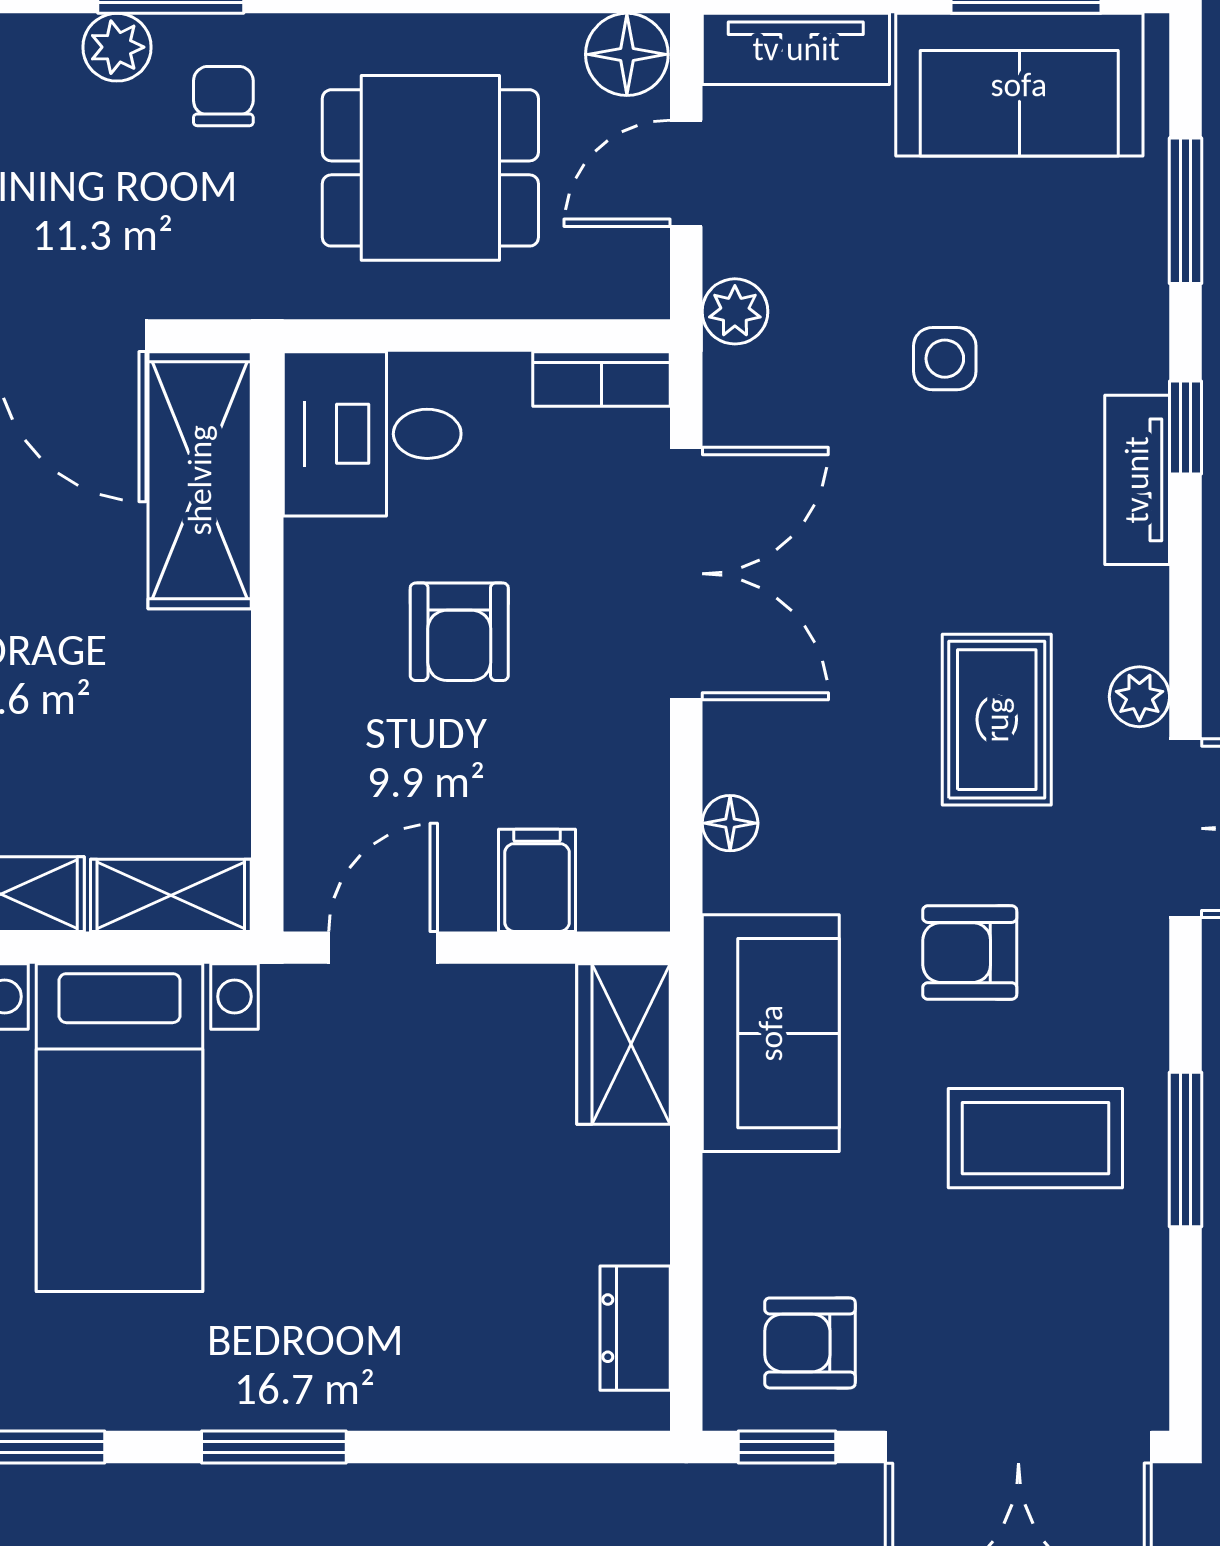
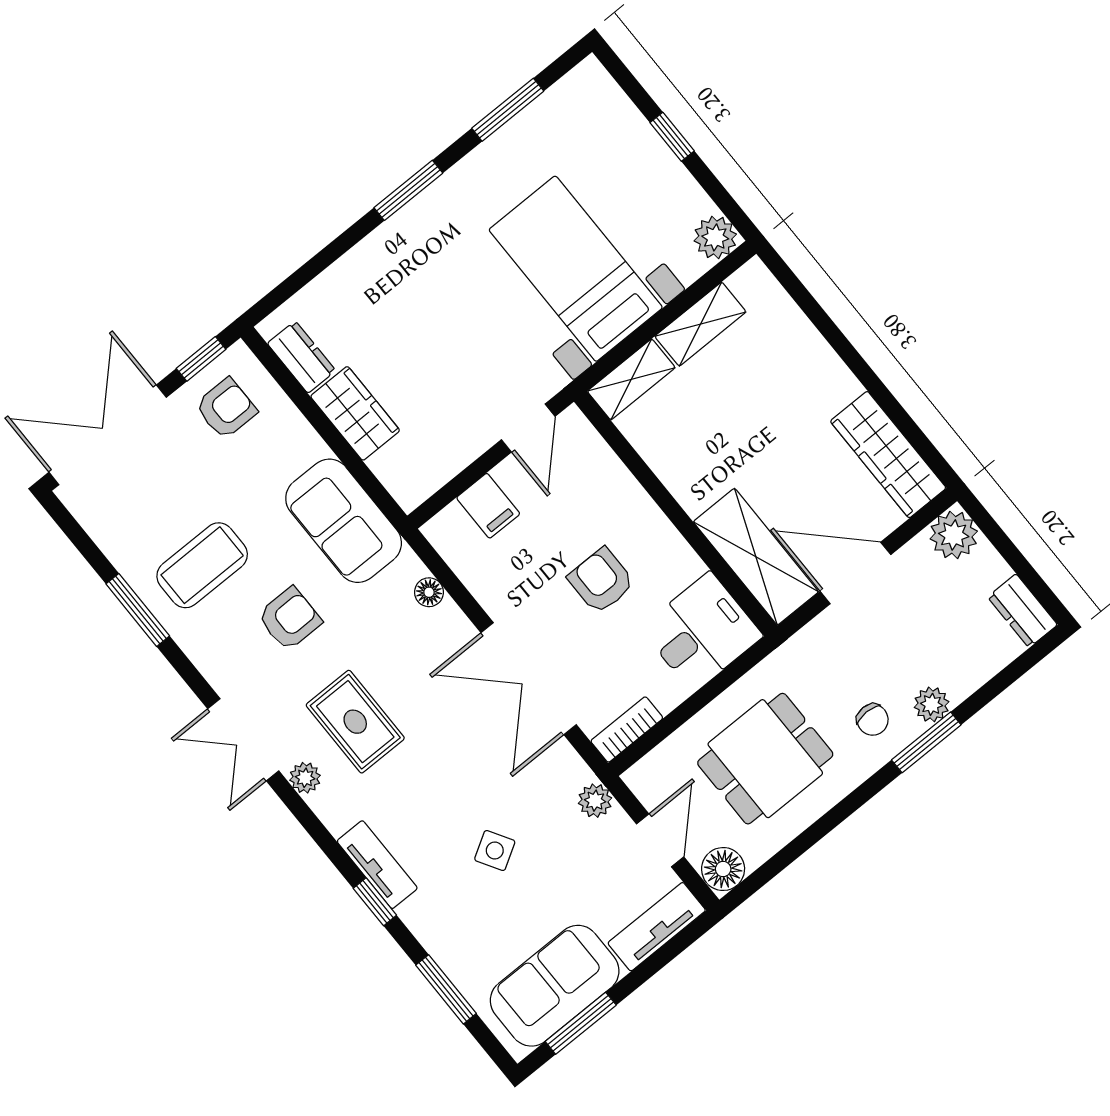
side table: (945, 359) -> (495, 850), turned -31
wardrobe: (623, 1044) -> (355, 413), moved

